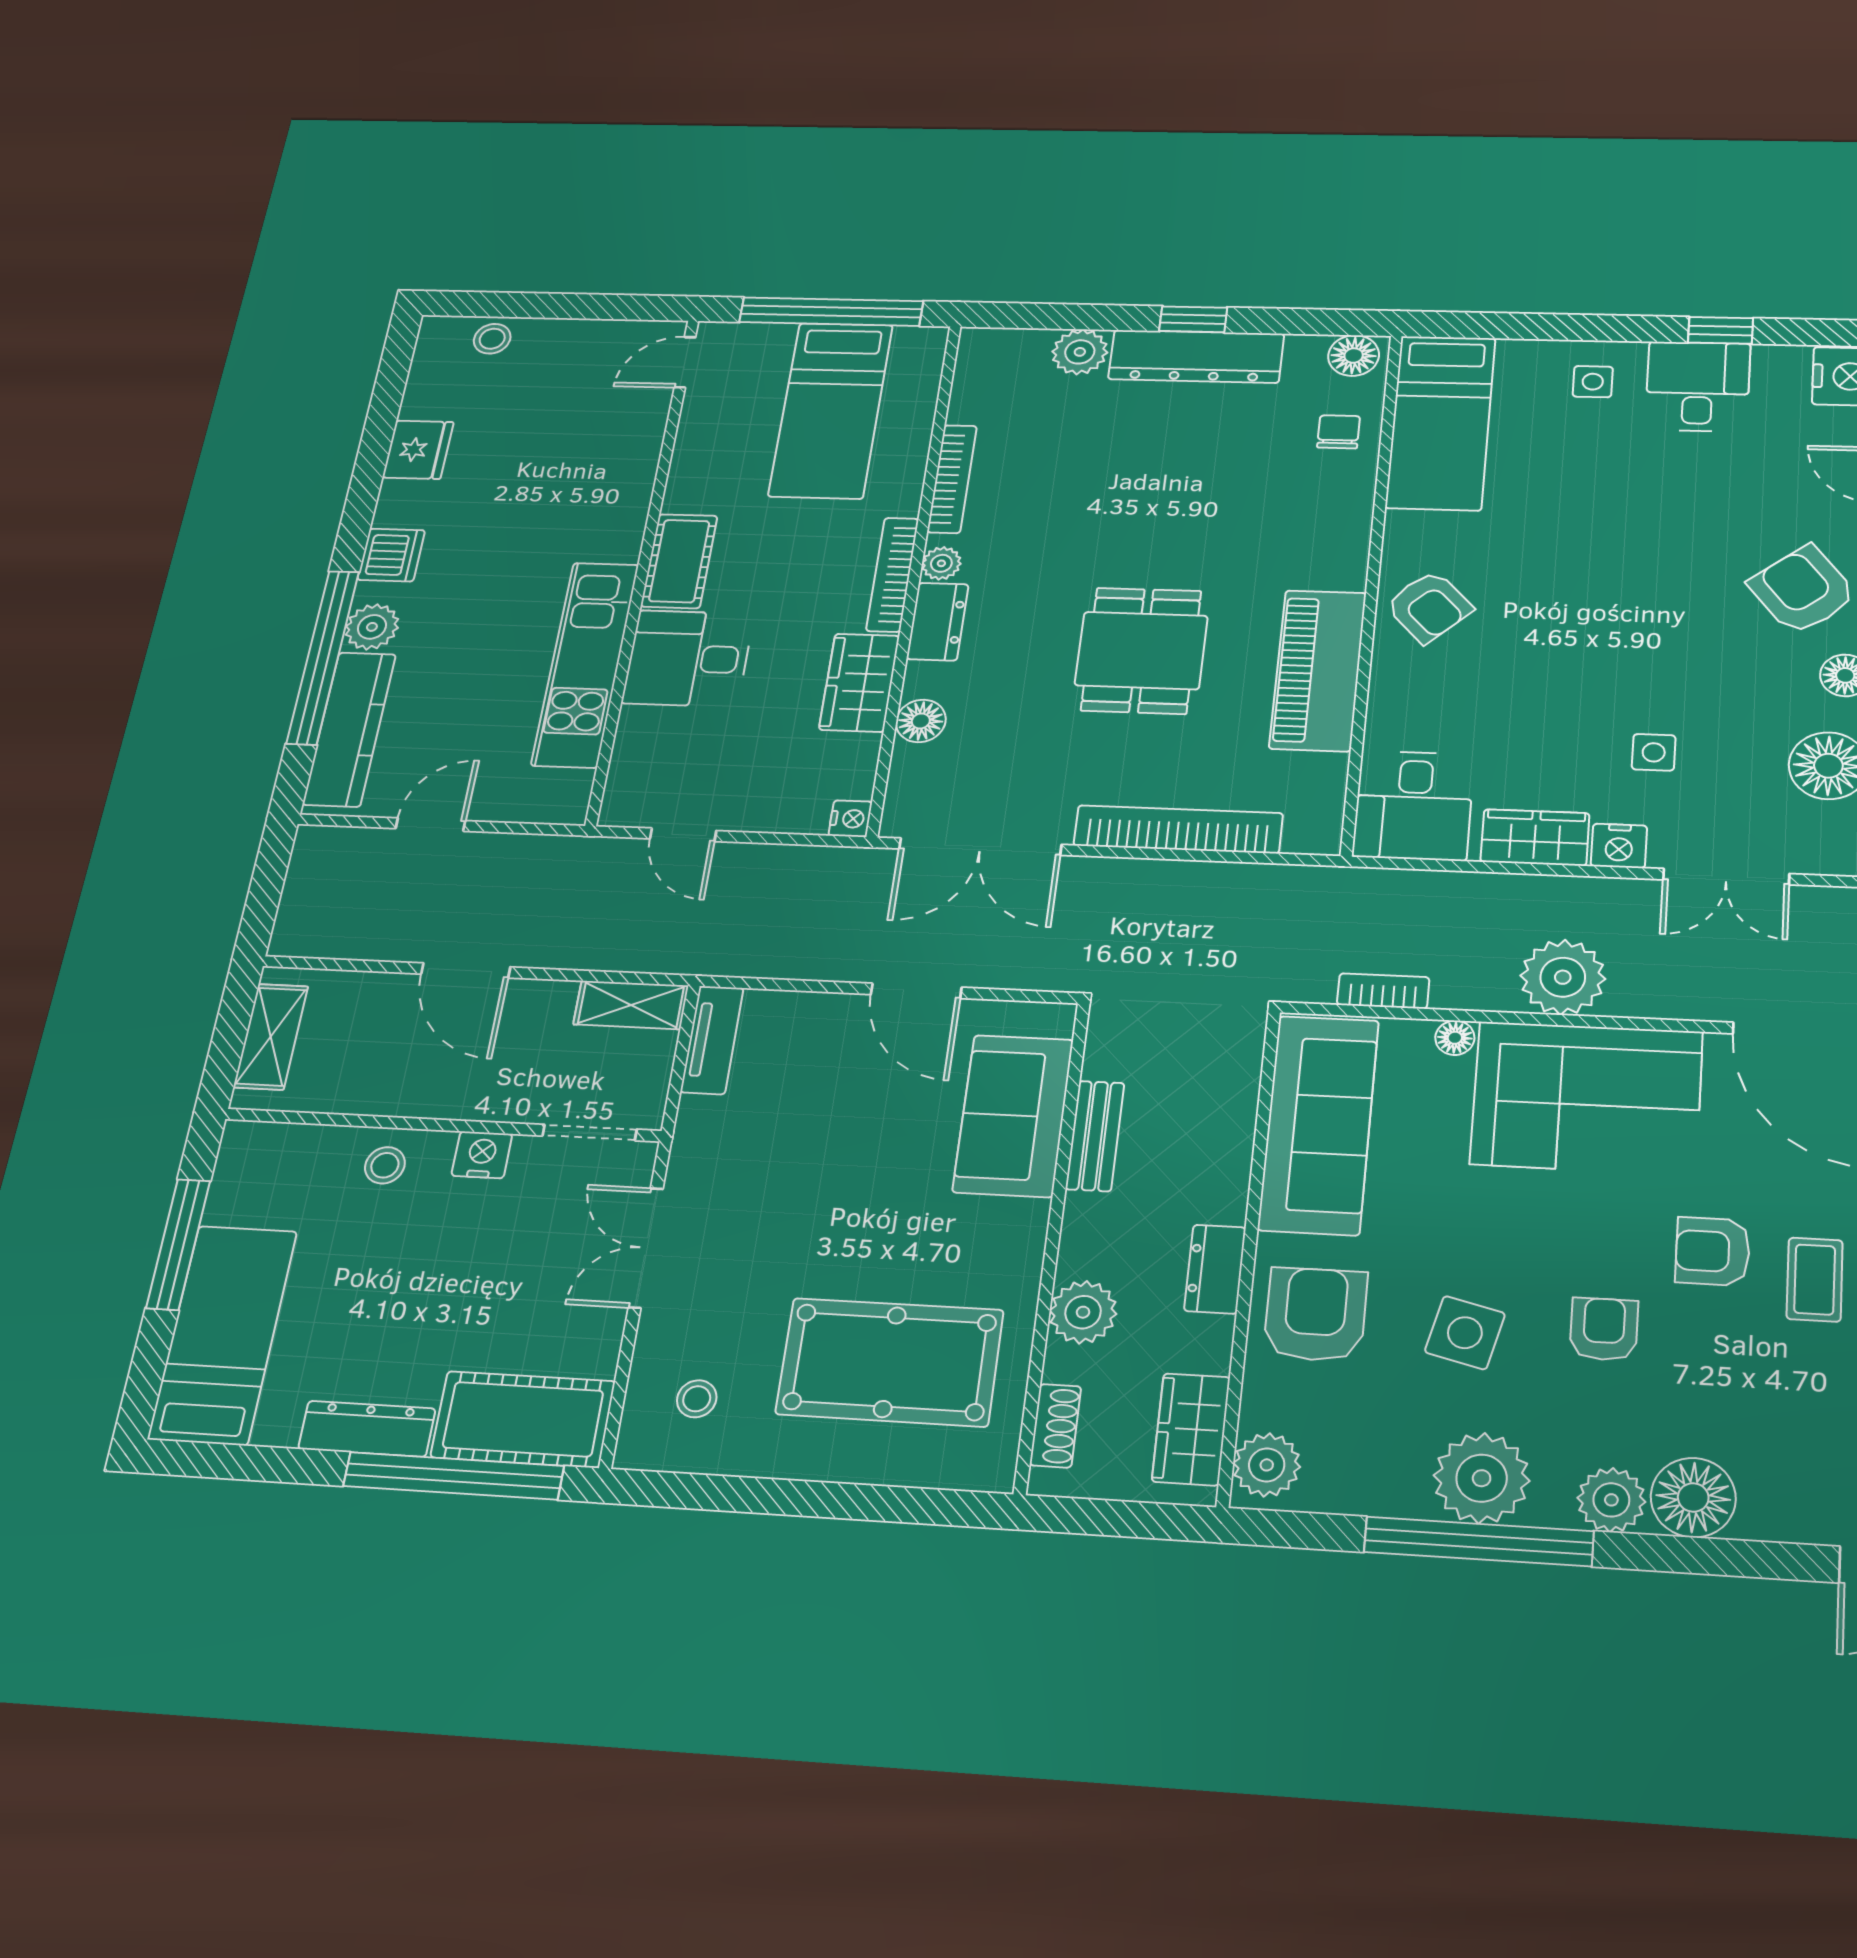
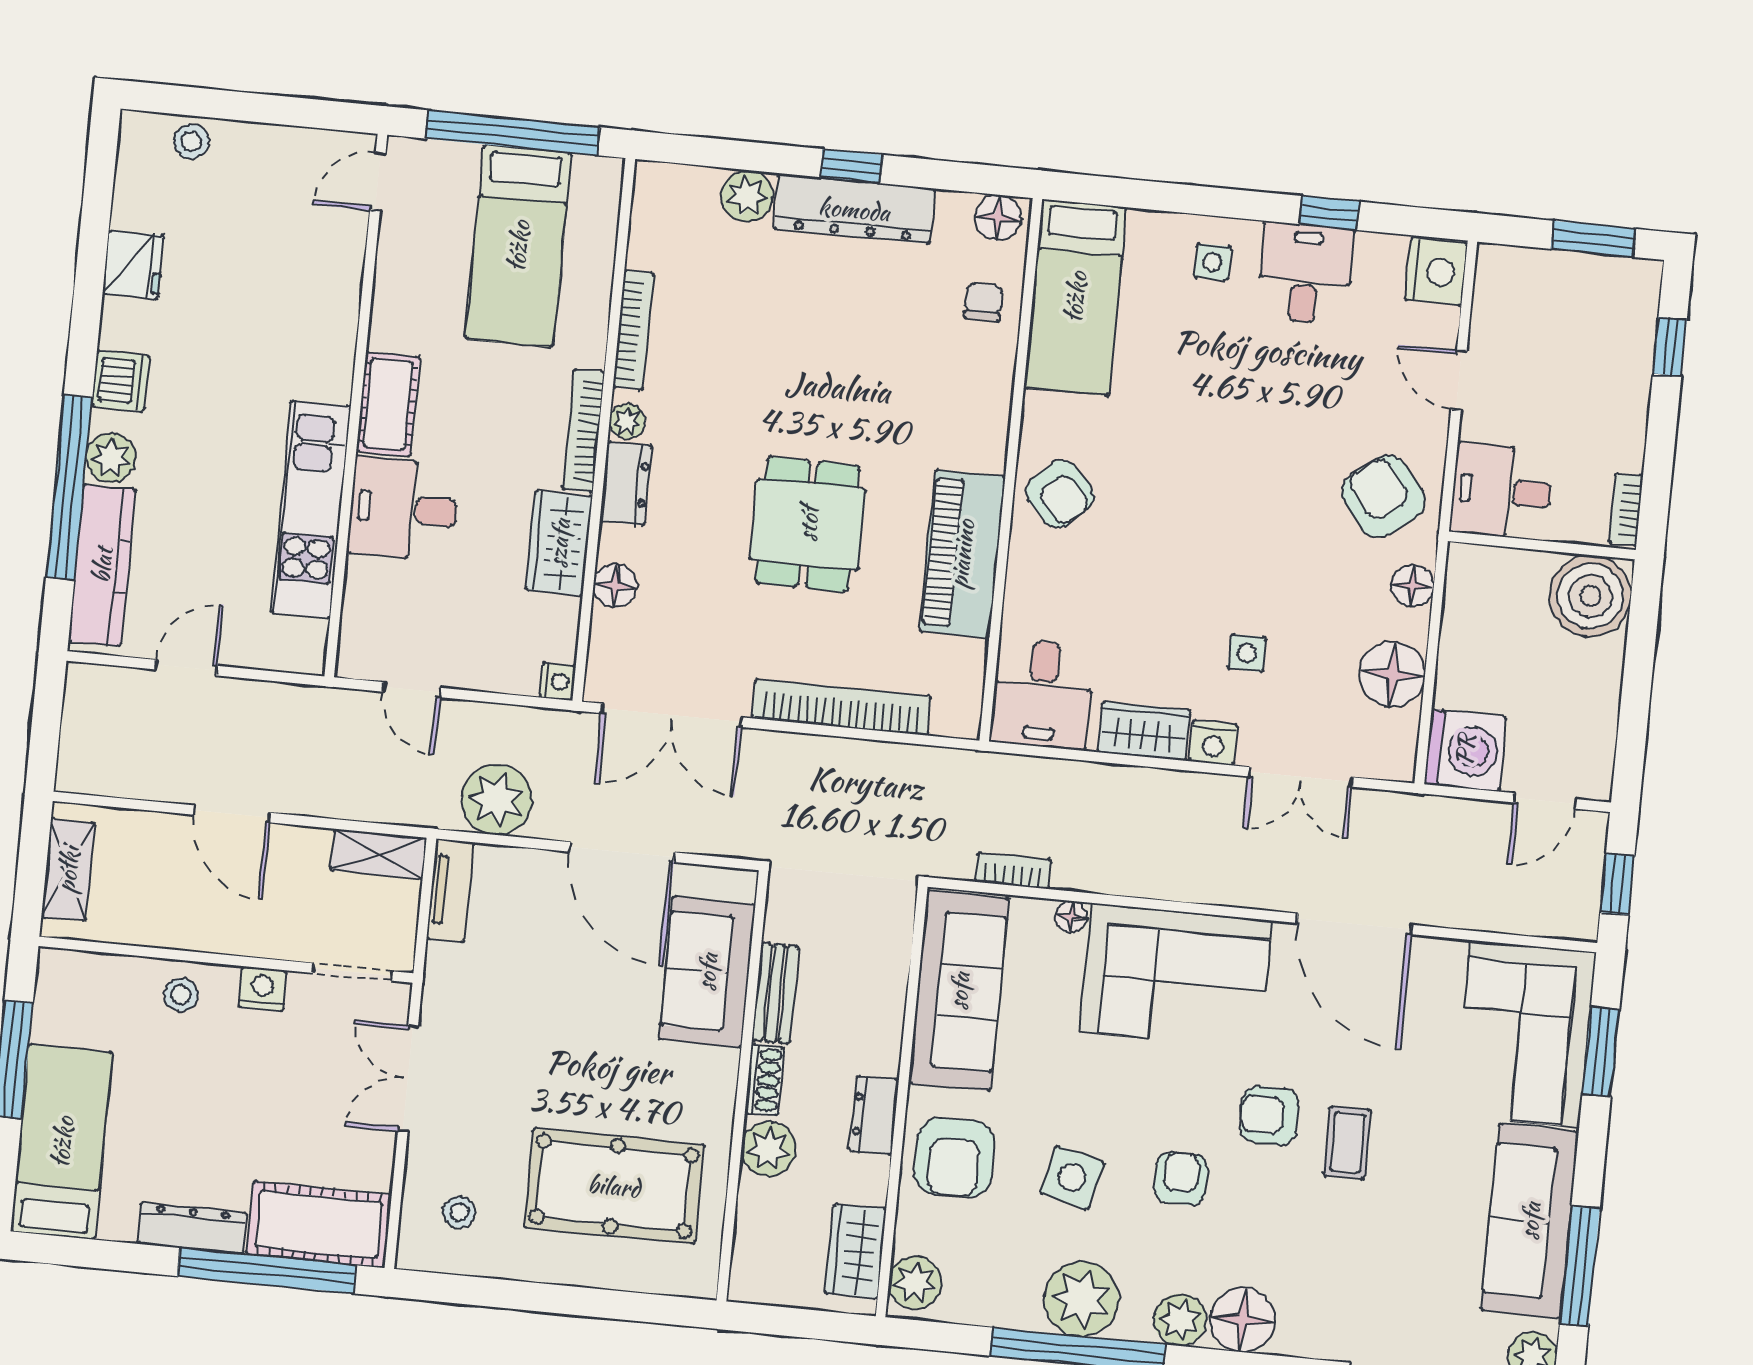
plant: (1563, 977) -> (497, 800), moved
door: (916, 991) -> (622, 852), width x1.36
armchair: (1316, 1314) -> (954, 1158), turned 180
shoe rack: (1055, 1426) -> (765, 1080), moved

